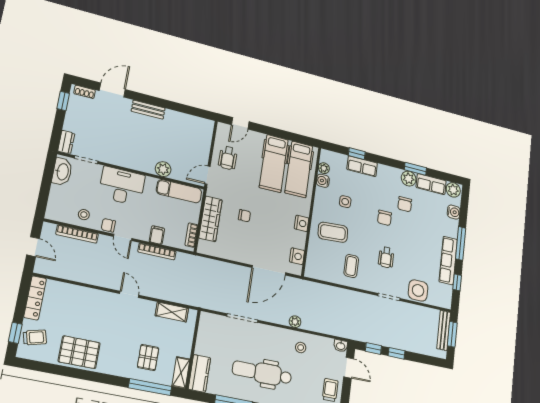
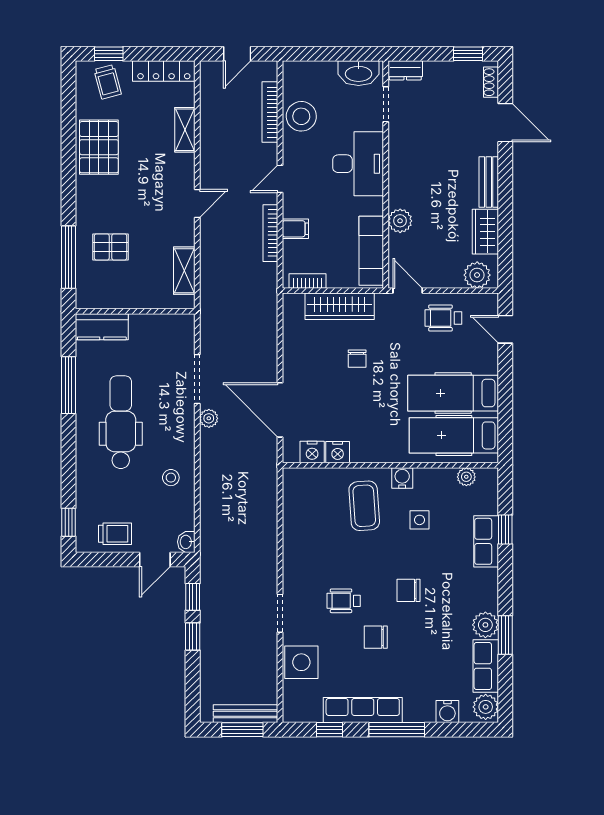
wardrobe: (179, 120) -> (485, 232), added
plant: (205, 131) -> (477, 275), added
water cooler: (323, 181) -> (402, 478), moved
chair: (405, 204) -> (376, 637), moved
stool: (84, 215) -> (301, 116), width x1.89, depth x1.89
nightstand: (302, 223) -> (338, 452), moved
chair: (108, 225) -> (294, 155), removed
coffee table: (351, 266) -> (316, 543), removed
plant: (295, 322) -> (209, 418), moved
shelving: (181, 373) -> (185, 130), moved, turned 90

